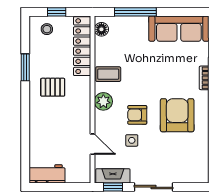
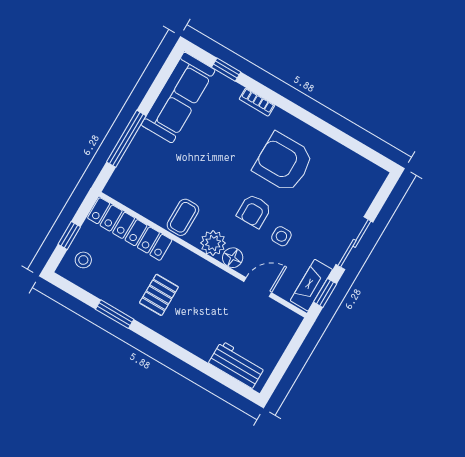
floor lamp: (101, 29) -> (233, 258), moved
workbench: (47, 174) -> (237, 365), moved, turned 90

